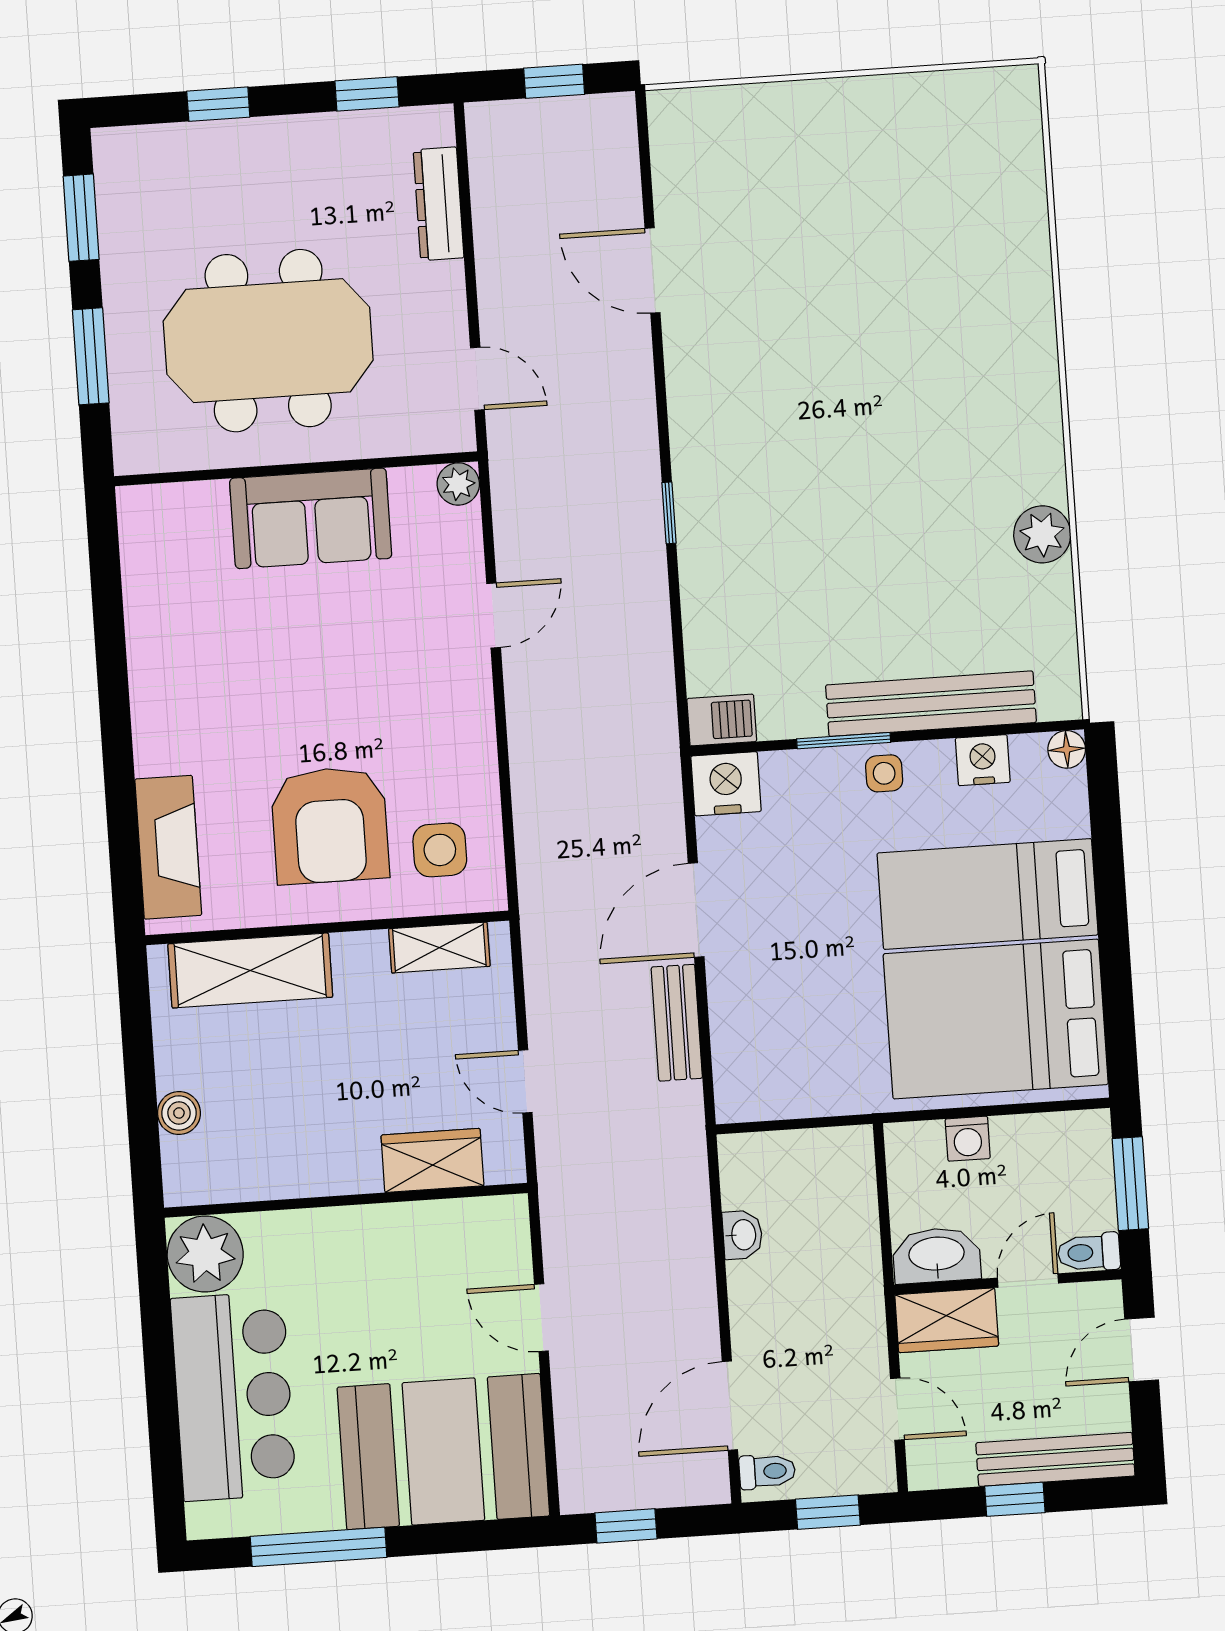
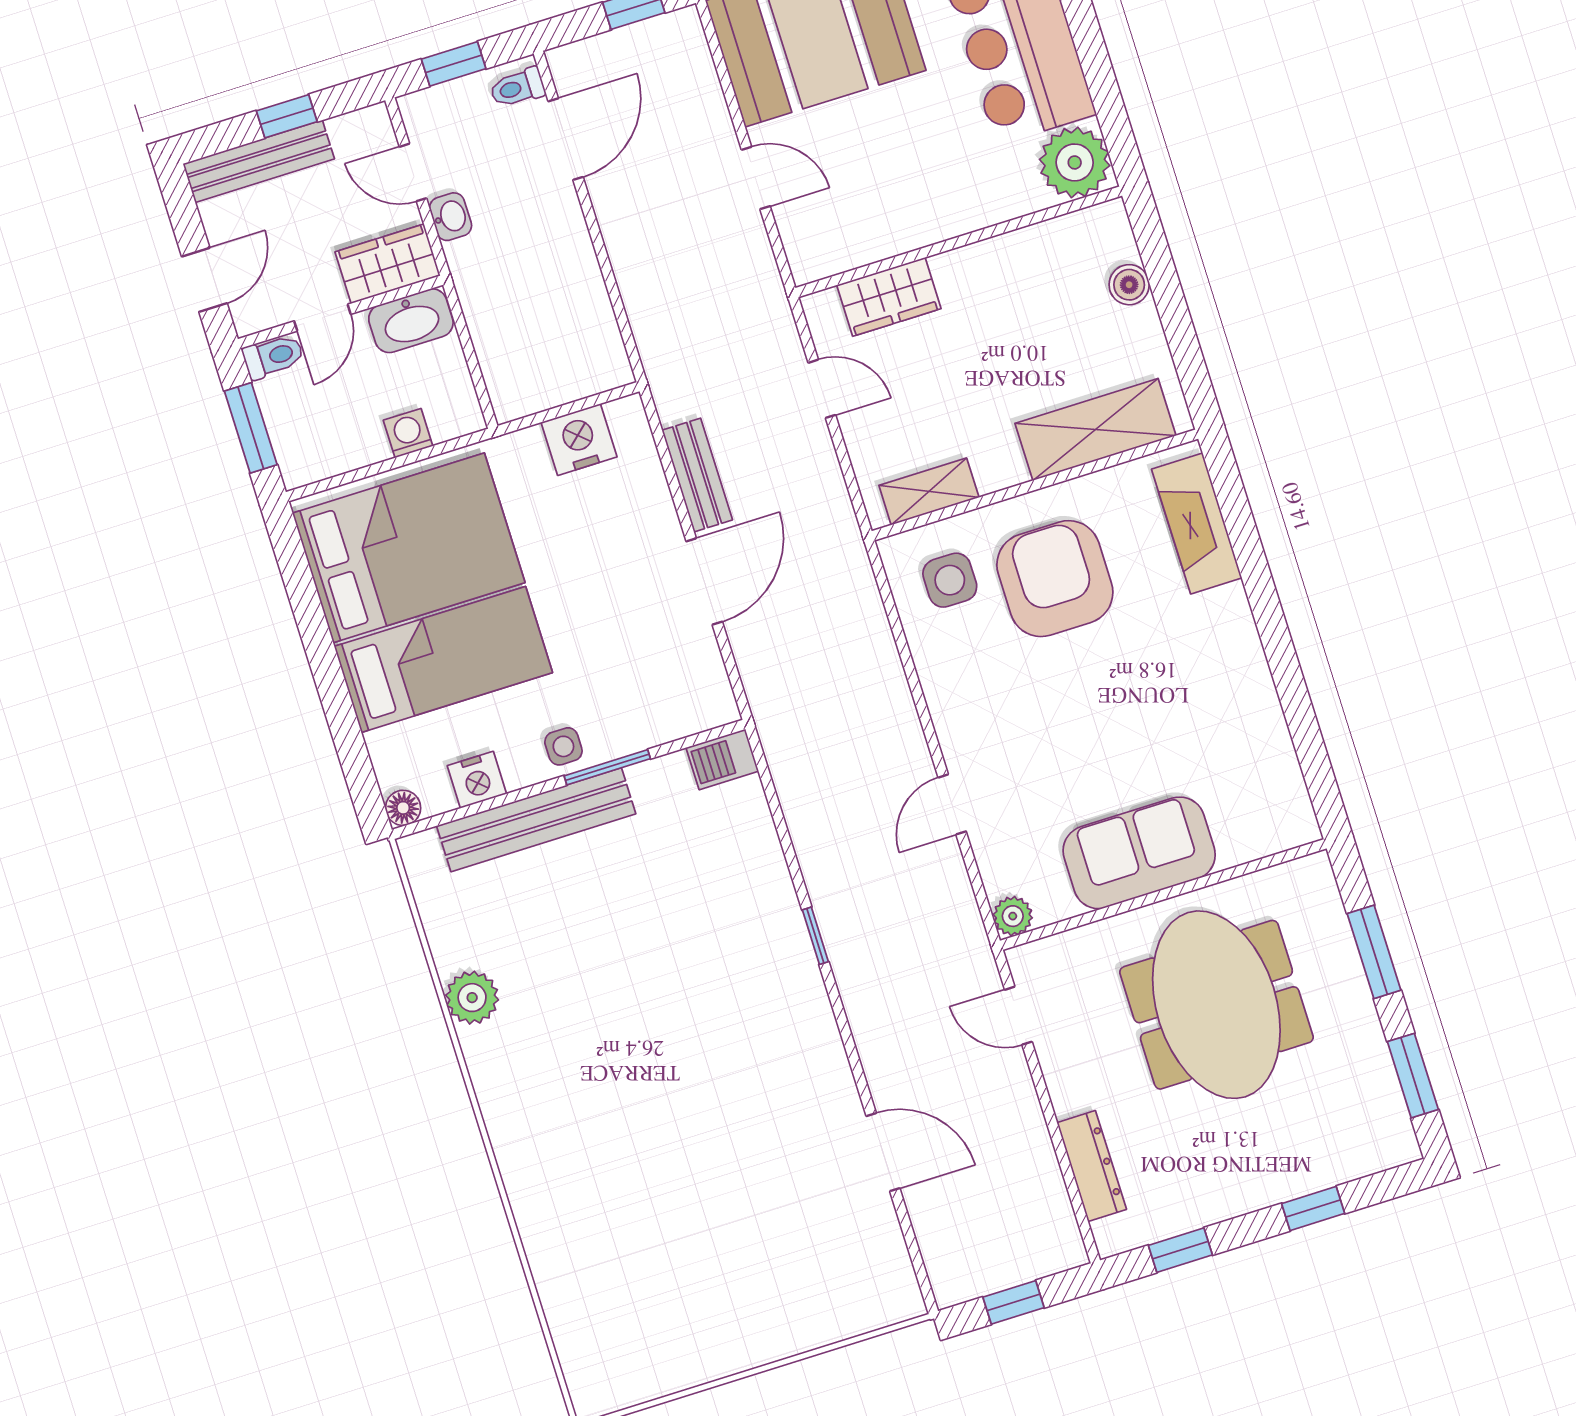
meeting table: (268, 341) -> (1216, 1005), turned 90
nightstand: (726, 784) -> (579, 440), moved, turned 180
washbasin: (743, 1235) -> (451, 217), moved, turned 180

